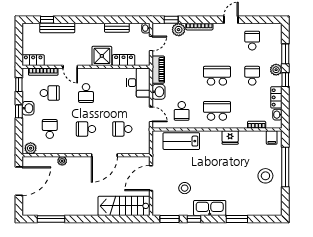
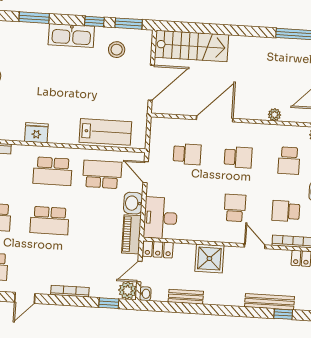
plant: (179, 30) -> (127, 290), moved
locker: (124, 60) -> (158, 249), moved
school desk: (182, 111) -> (102, 174), width x1.85
stool: (185, 188) -> (117, 50), moved

